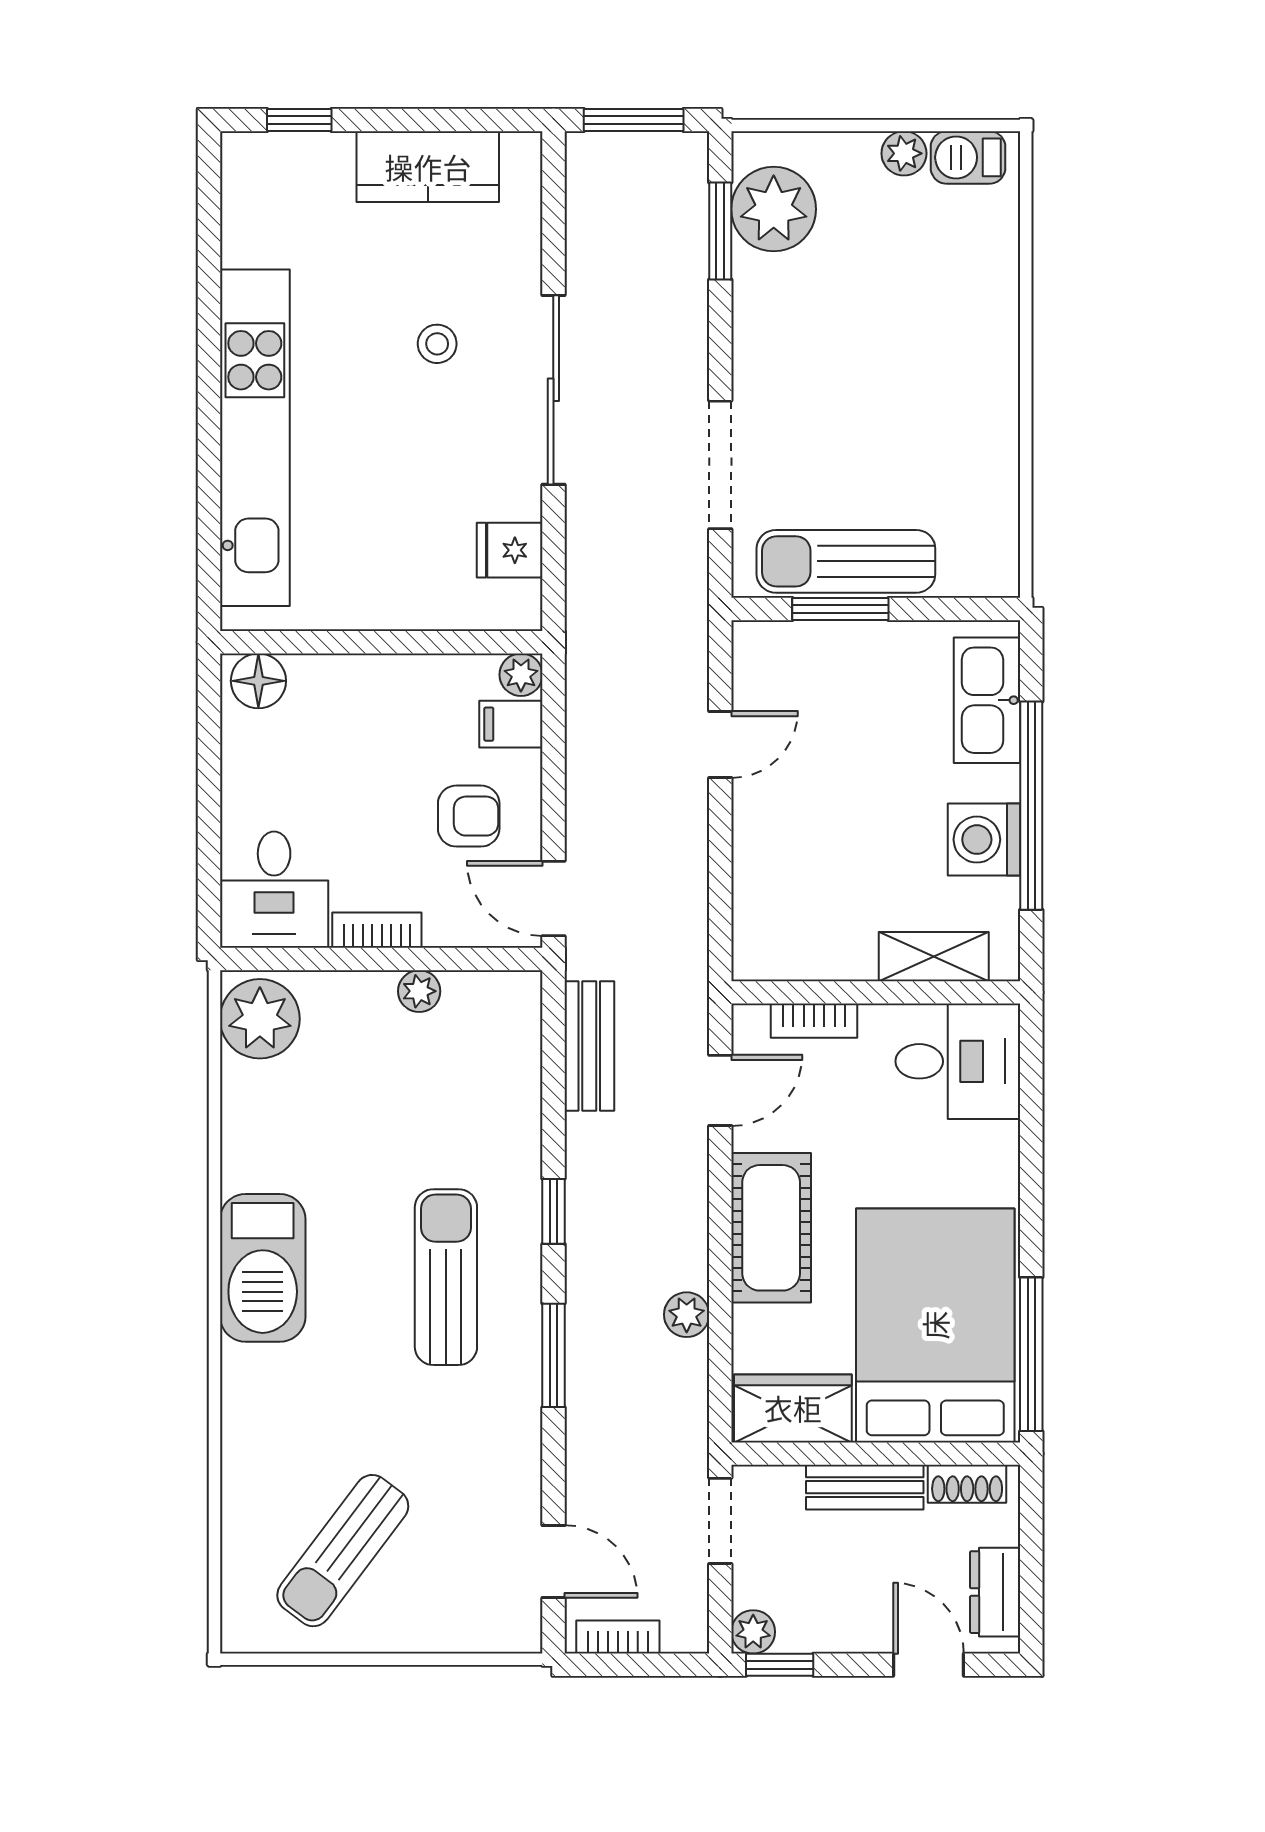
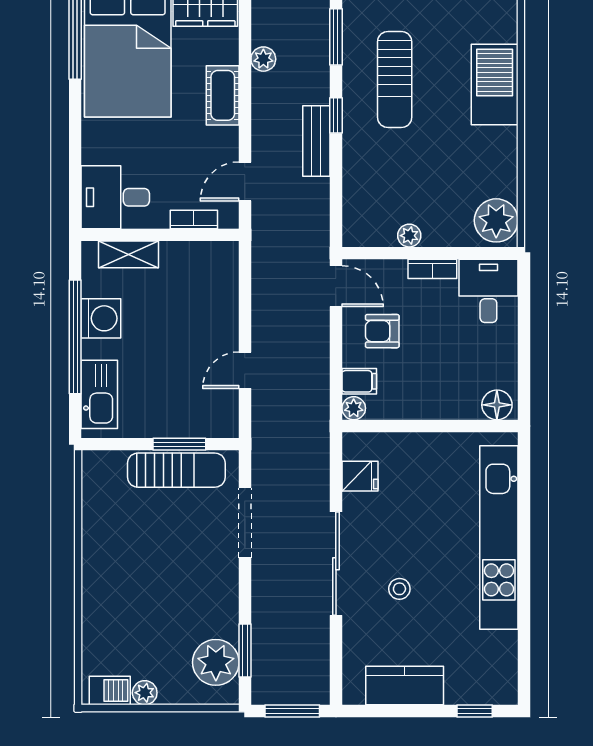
bench: (589, 1046) -> (316, 141), moved
cot: (771, 1228) -> (223, 95), width x0.73, depth x0.75

